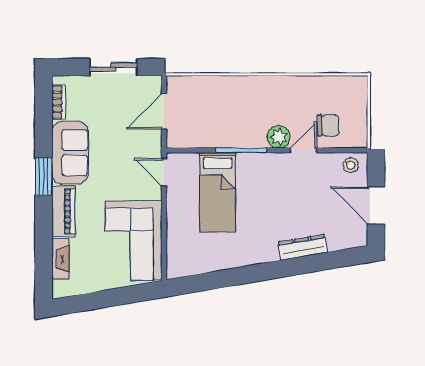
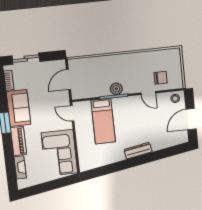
sliding door: (113, 67) -> (26, 59), moved
plant: (279, 137) -> (116, 89), moved
door: (303, 150) -> (148, 93), swing flipped
door: (376, 205) -> (191, 119), hinge flipped
dresser: (303, 247) -> (138, 151), moved

